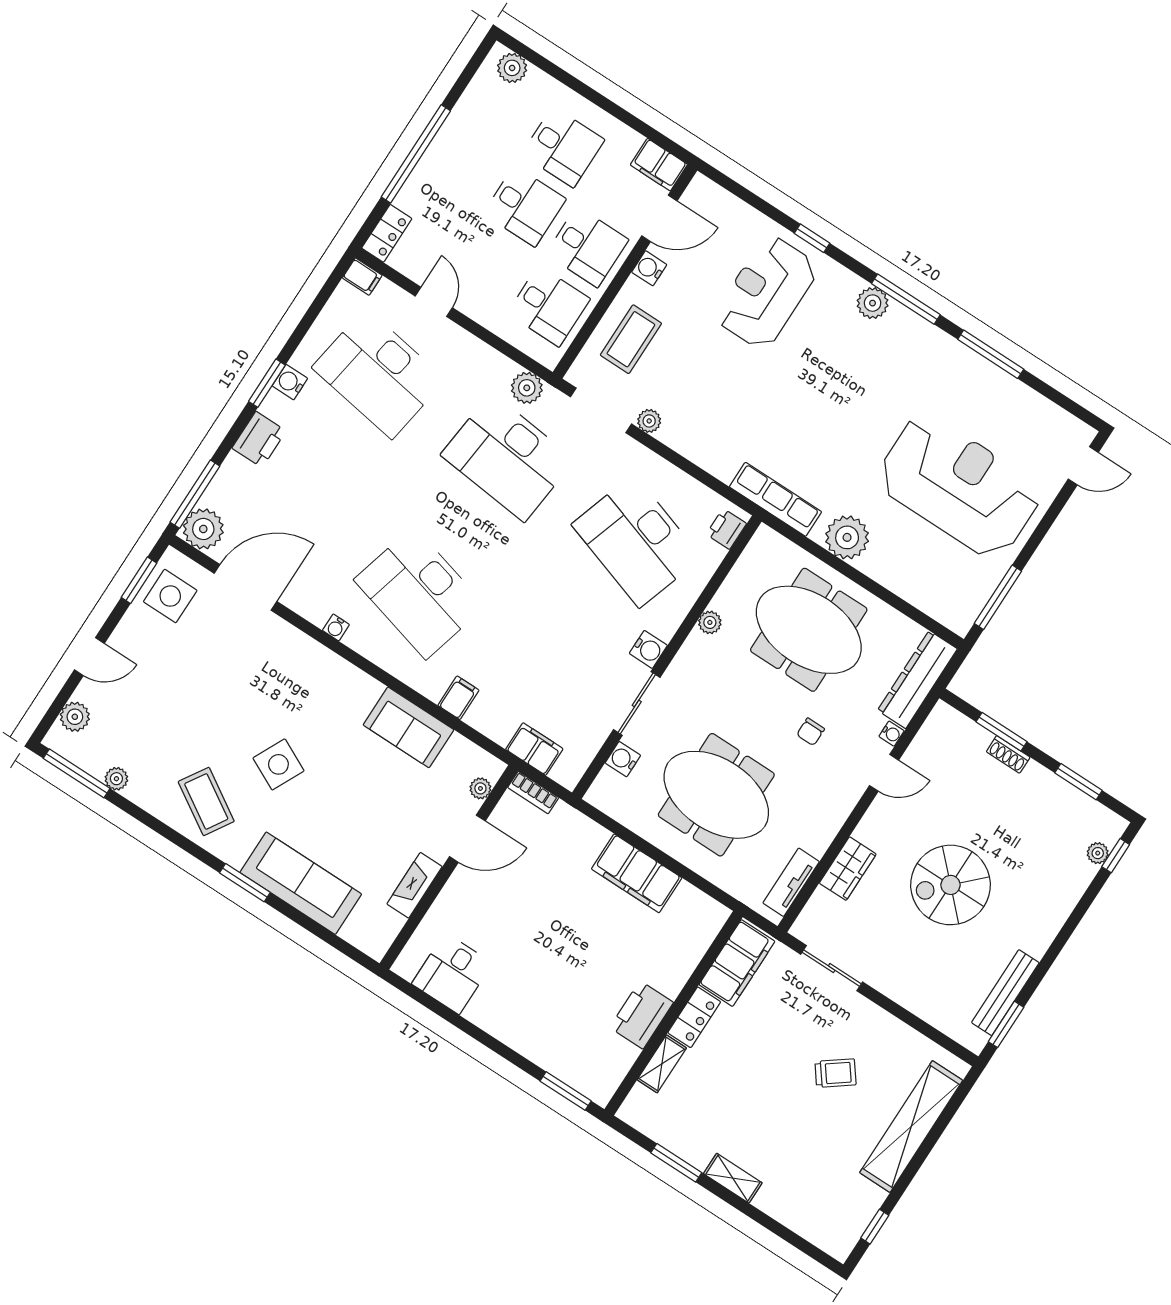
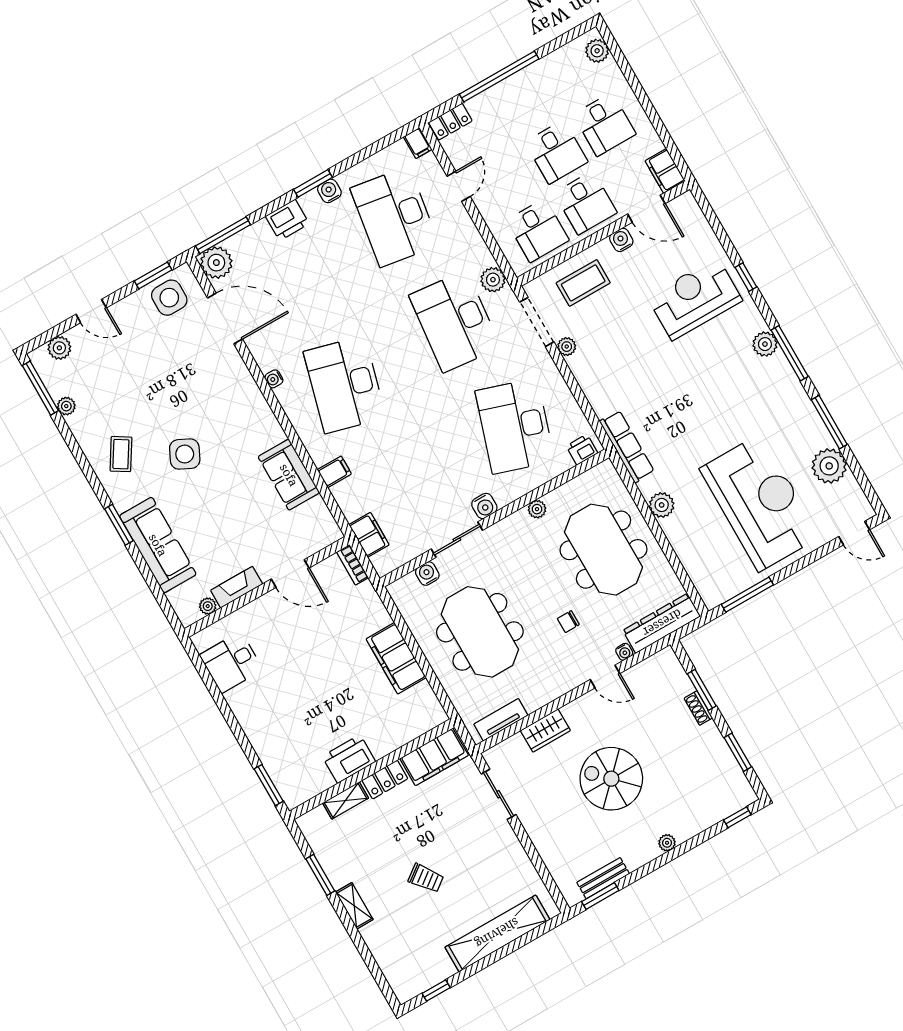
plant: (1016, 404) -> (829, 466), added
plant: (847, 537) -> (662, 505), width x0.73, depth x0.73
plant: (480, 788) -> (208, 606), moved
coffee table: (206, 801) -> (121, 454), width x0.73, depth x0.77
plant: (1098, 853) -> (667, 843), moved
bench: (1005, 993) -> (603, 878), width x0.73
trolley: (835, 1073) -> (426, 878), moved

